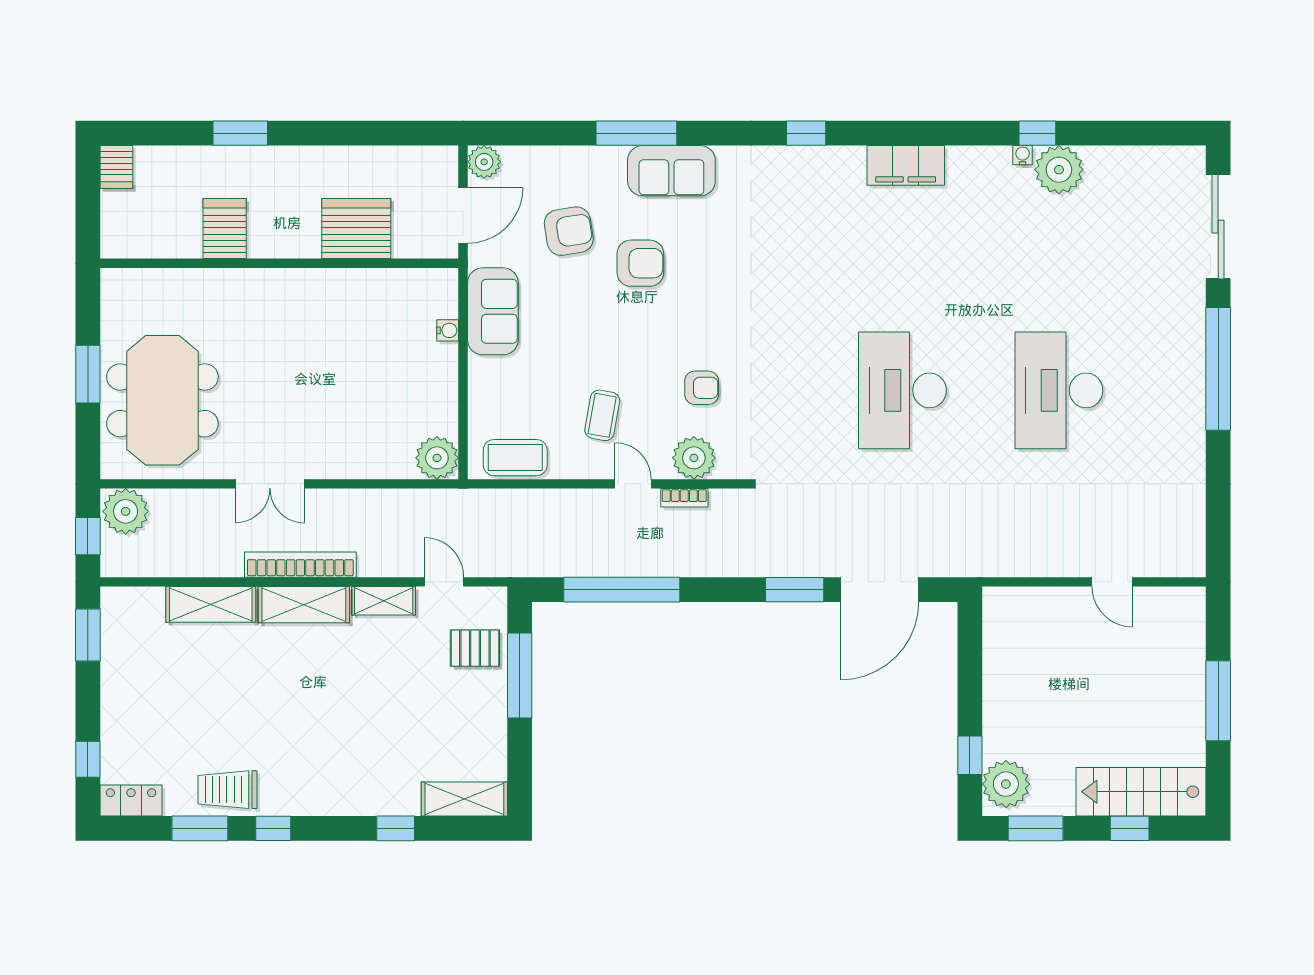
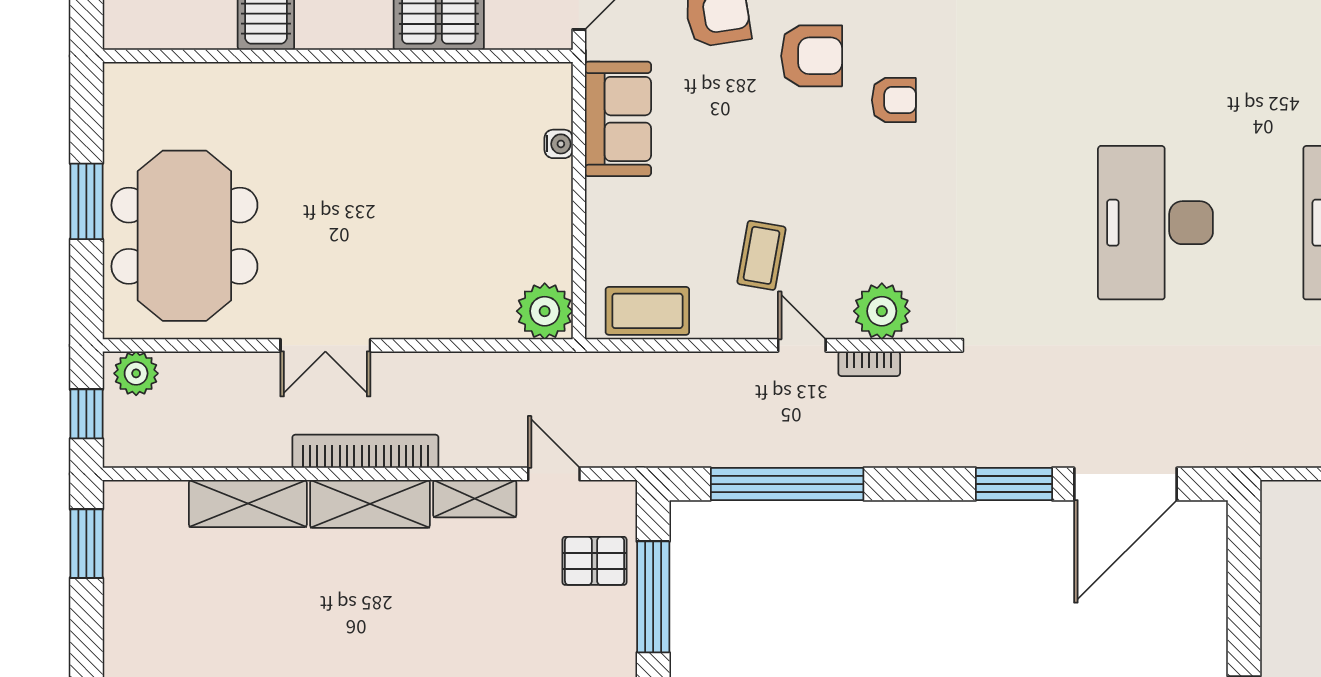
armchair: (702, 388) -> (894, 100), moved
plant: (126, 511) -> (136, 373), width x0.73, depth x0.73

